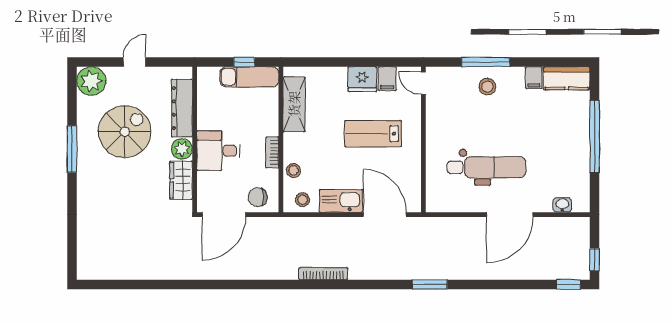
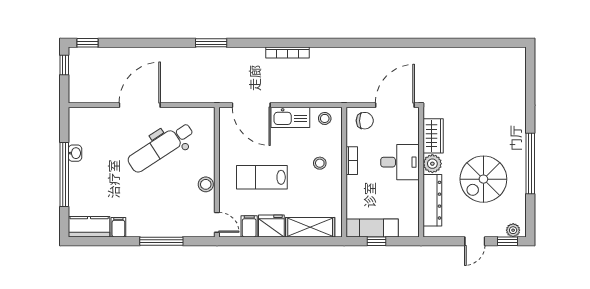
window: (98, 62) -> (507, 241), added
plant: (91, 81) -> (513, 230), width x0.53, depth x0.53
stool: (487, 87) -> (206, 184), moved
shelving: (294, 104) -> (310, 227), moved, turned 90
lab bench: (373, 134) -> (262, 177), turned 180
window: (72, 149) -> (530, 163), width x1.46
dental chair: (486, 167) -> (161, 147), turned -33
stool: (294, 171) -> (320, 163), moved
washbasin: (562, 205) -> (75, 153), moved, turned -90
bookcase: (323, 274) -> (287, 52), moved

